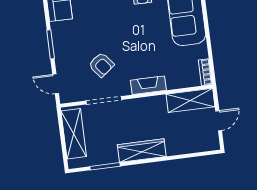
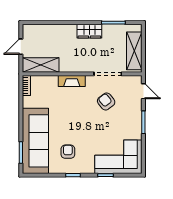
wardrobe: (142, 151) -> (89, 31), width x0.67

